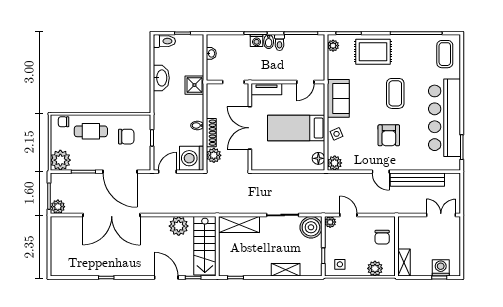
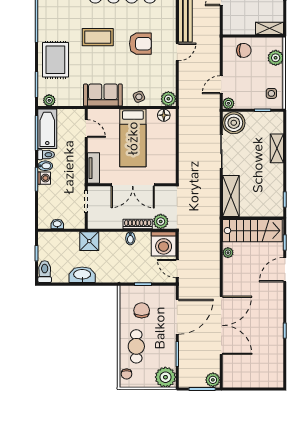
bathtub: (305, 44) -> (47, 129), added
plant: (179, 226) -> (228, 253), width x0.53, depth x0.53

